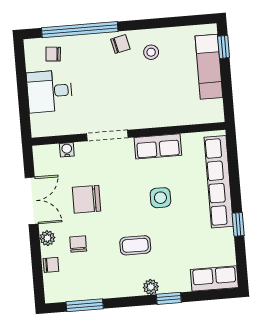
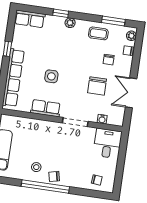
window: (80, 30) -> (45, 187), moved
desk: (50, 91) -> (107, 143), moved, turned -90
chair: (87, 199) -> (97, 86), turned 90
plant: (47, 238) -> (131, 36), moved
coffee table: (135, 245) -> (98, 33), moved

